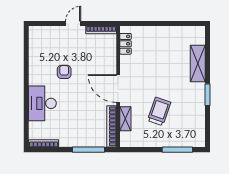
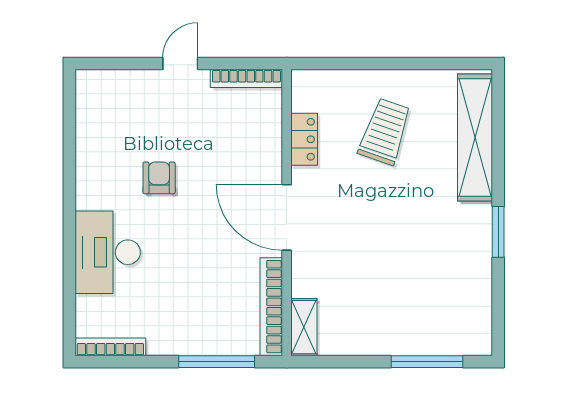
locker: (126, 44) -> (304, 139), moved
shelving: (198, 63) -> (475, 138), width x1.47
trolley: (159, 111) -> (385, 132), moved
shelving: (125, 119) -> (304, 327), moved

